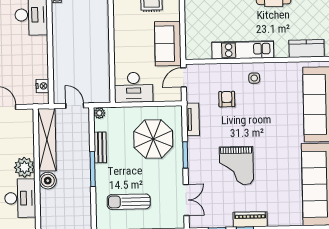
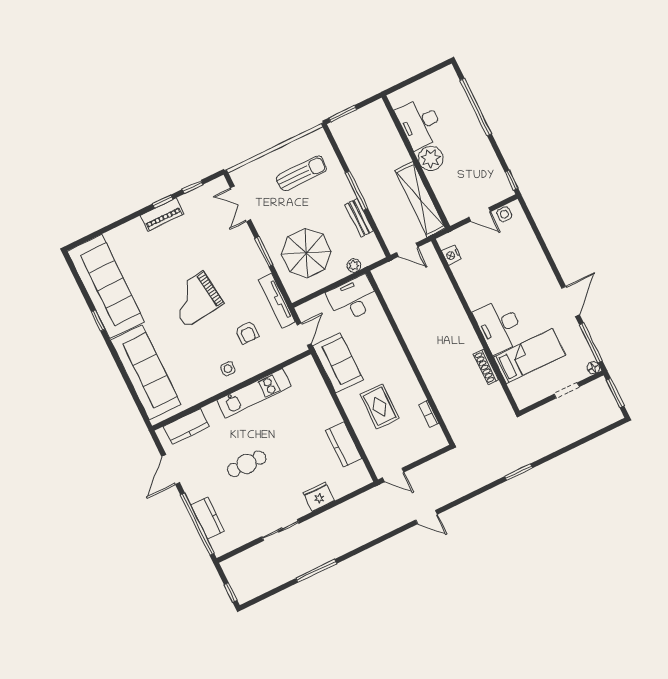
plant: (99, 113) -> (354, 265), moved
tv unit: (193, 119) -> (277, 301), width x1.41
grand piano: (236, 166) -> (195, 299), moved, turned -97
boiler: (48, 181) -> (399, 156), removed

